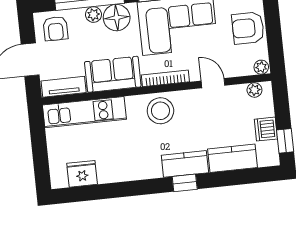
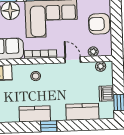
plant: (261, 67) -> (93, 52), moved
stool: (160, 111) -> (36, 76), width x0.53, depth x0.53
kitchen counter: (185, 164) -> (35, 114), moved

